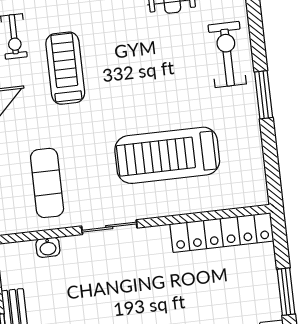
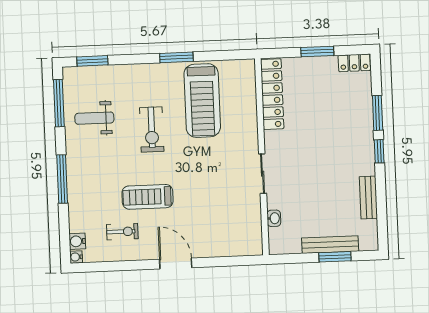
exercise bike: (227, 54) -> (152, 129), moved, turned -90
treadmill: (167, 155) -> (202, 101), moved
exercise mat: (47, 183) -> (228, 216), removed

